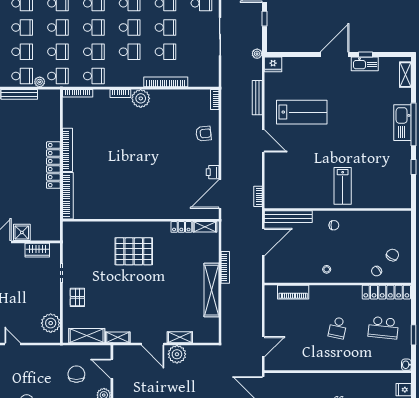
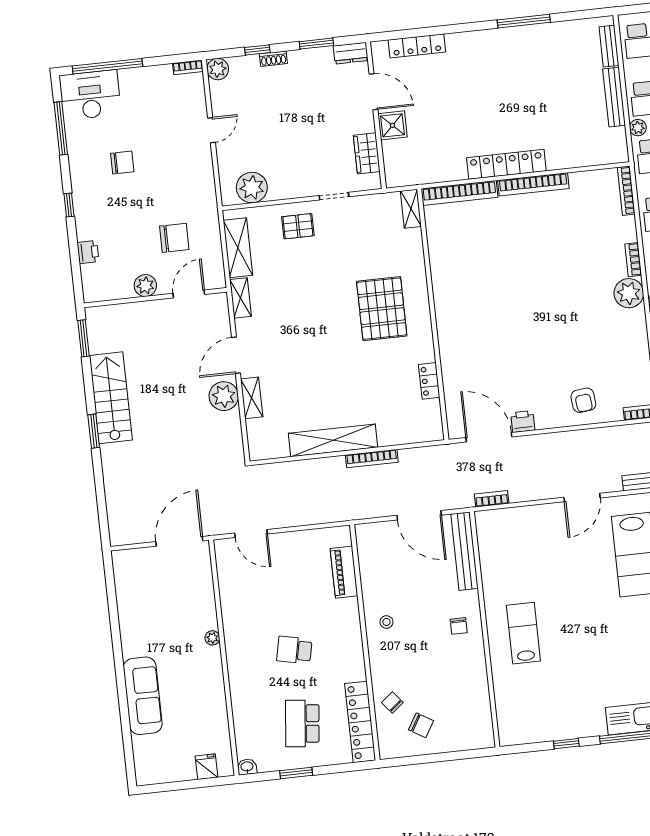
lab bench: (343, 186) -> (523, 633), turned 90
shelving: (205, 227) -> (411, 209), moved
plant: (325, 377) -> (212, 638), added

